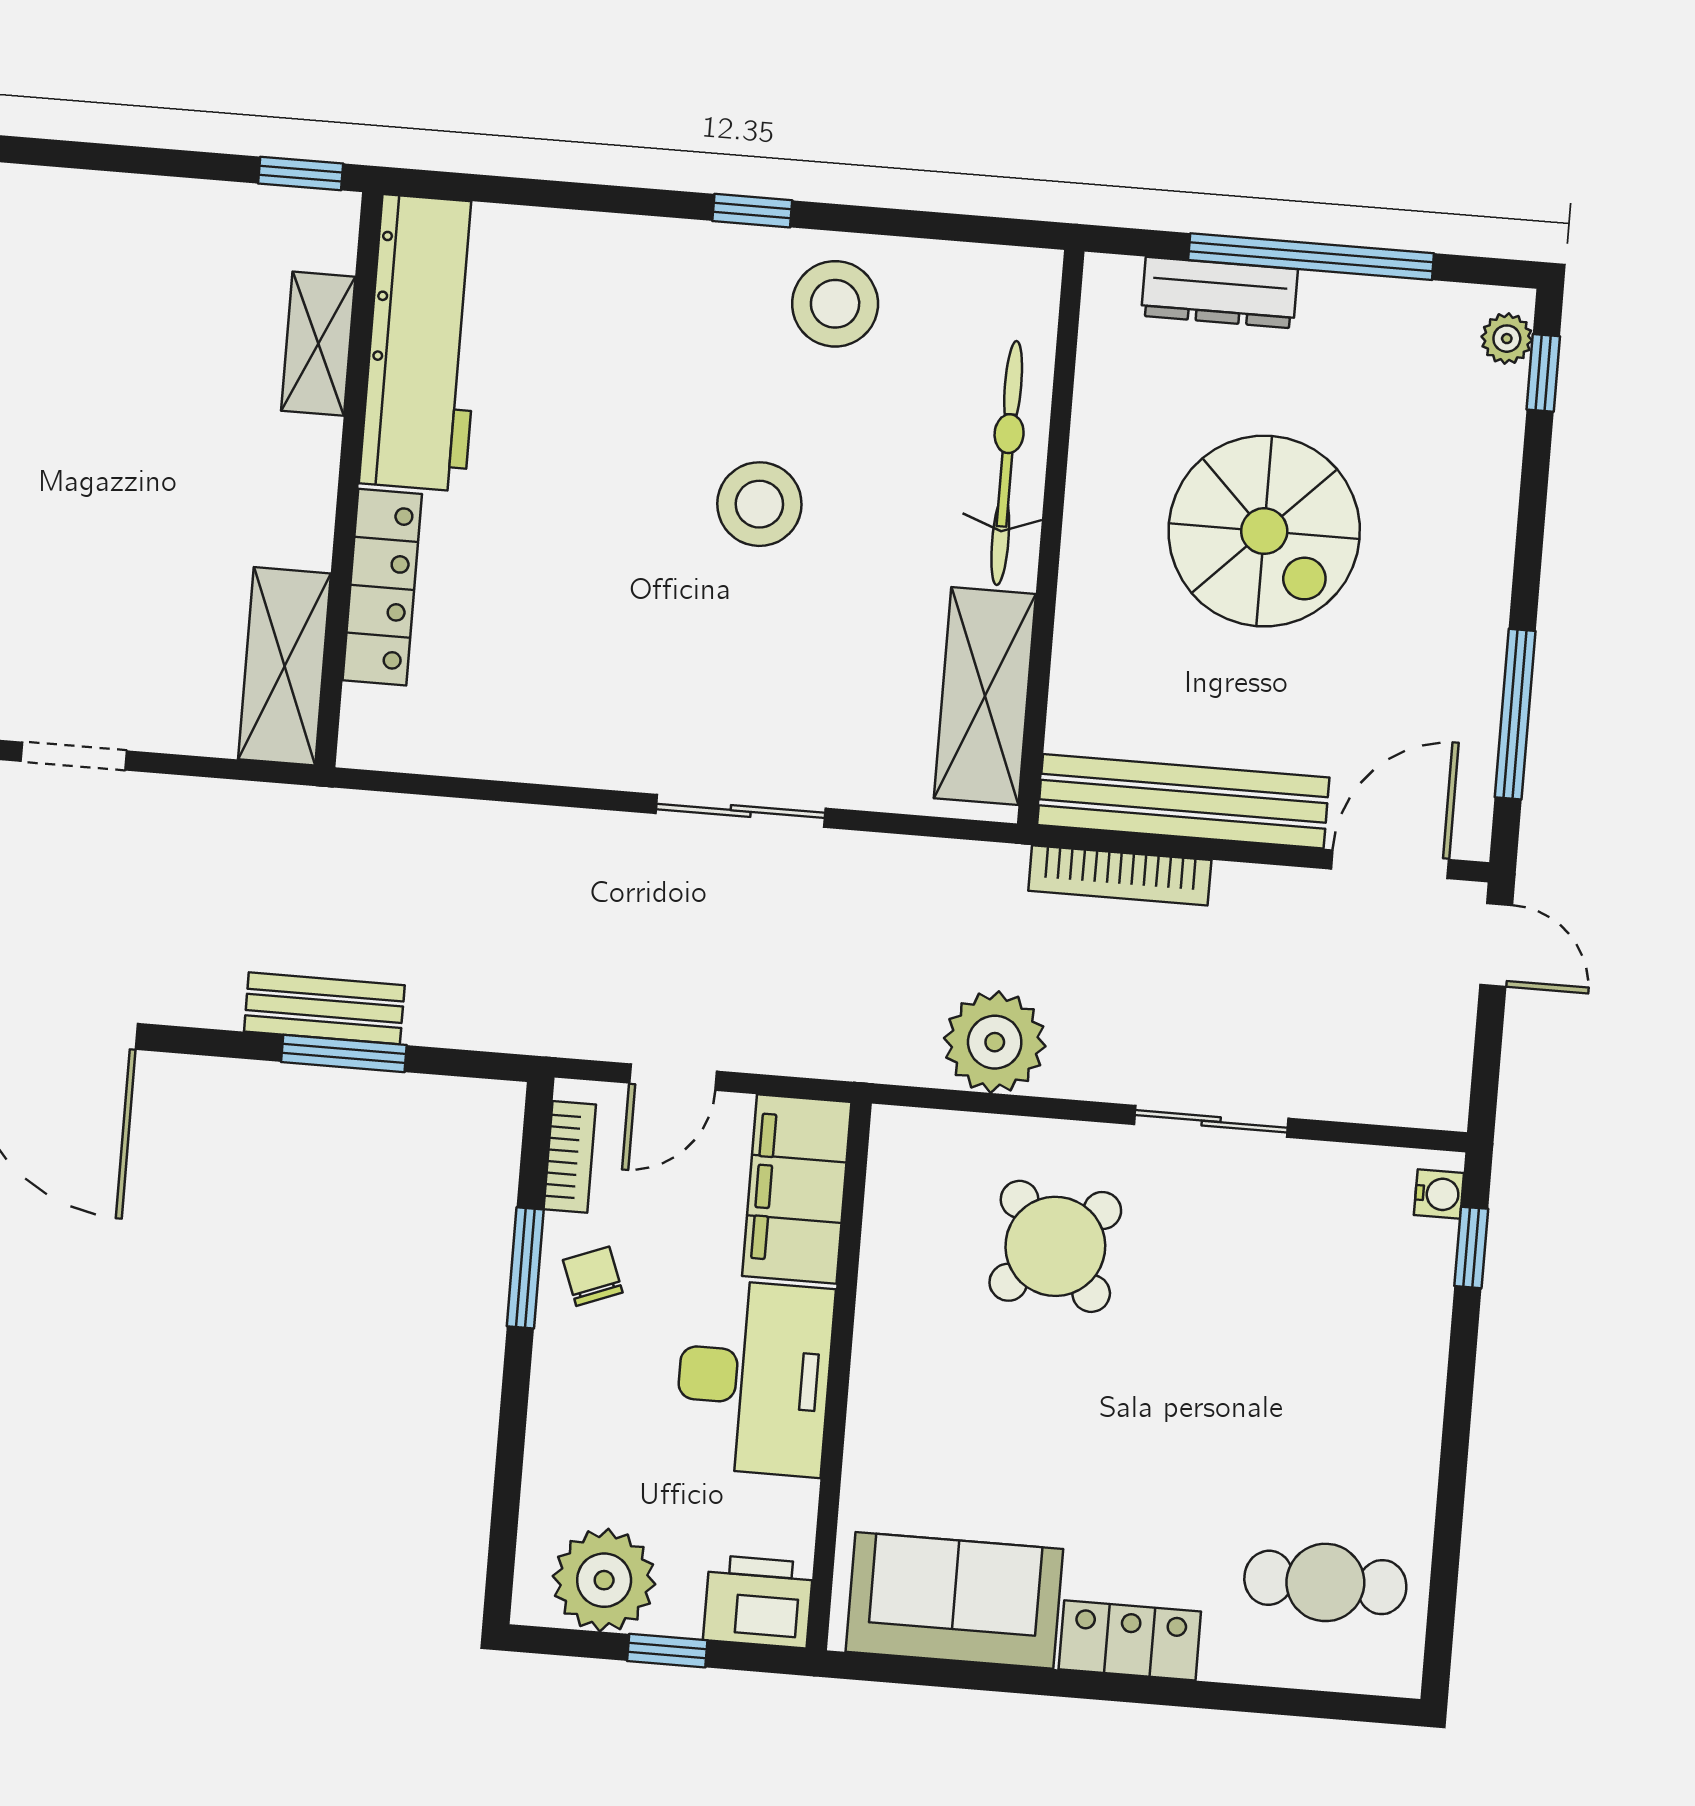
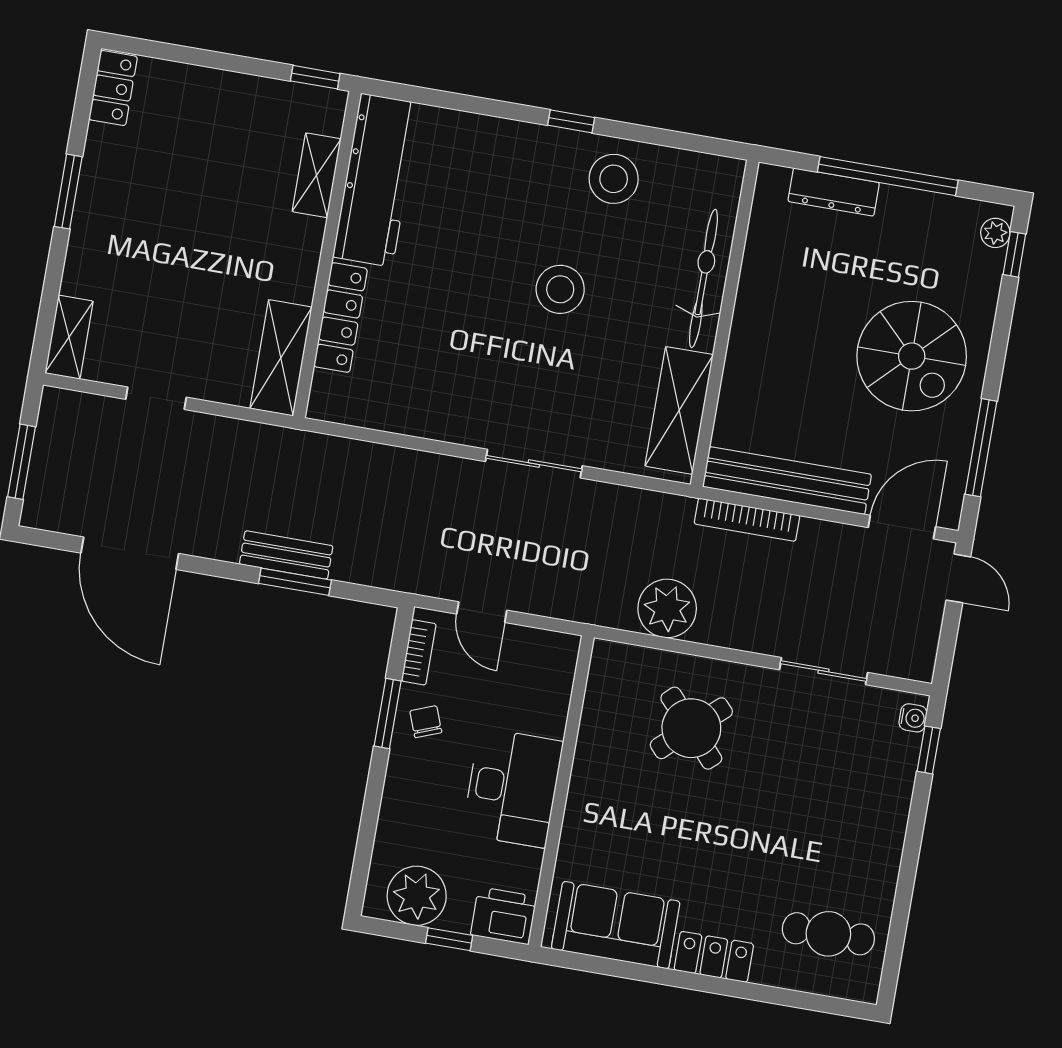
spiral stairs: (1264, 531) -> (912, 356), moved
door: (673, 1077) -> (482, 612), hinge flipped
sliding door: (1211, 1121) -> (823, 671), moved
filing cabinet: (797, 1189) -> (547, 682), removed

